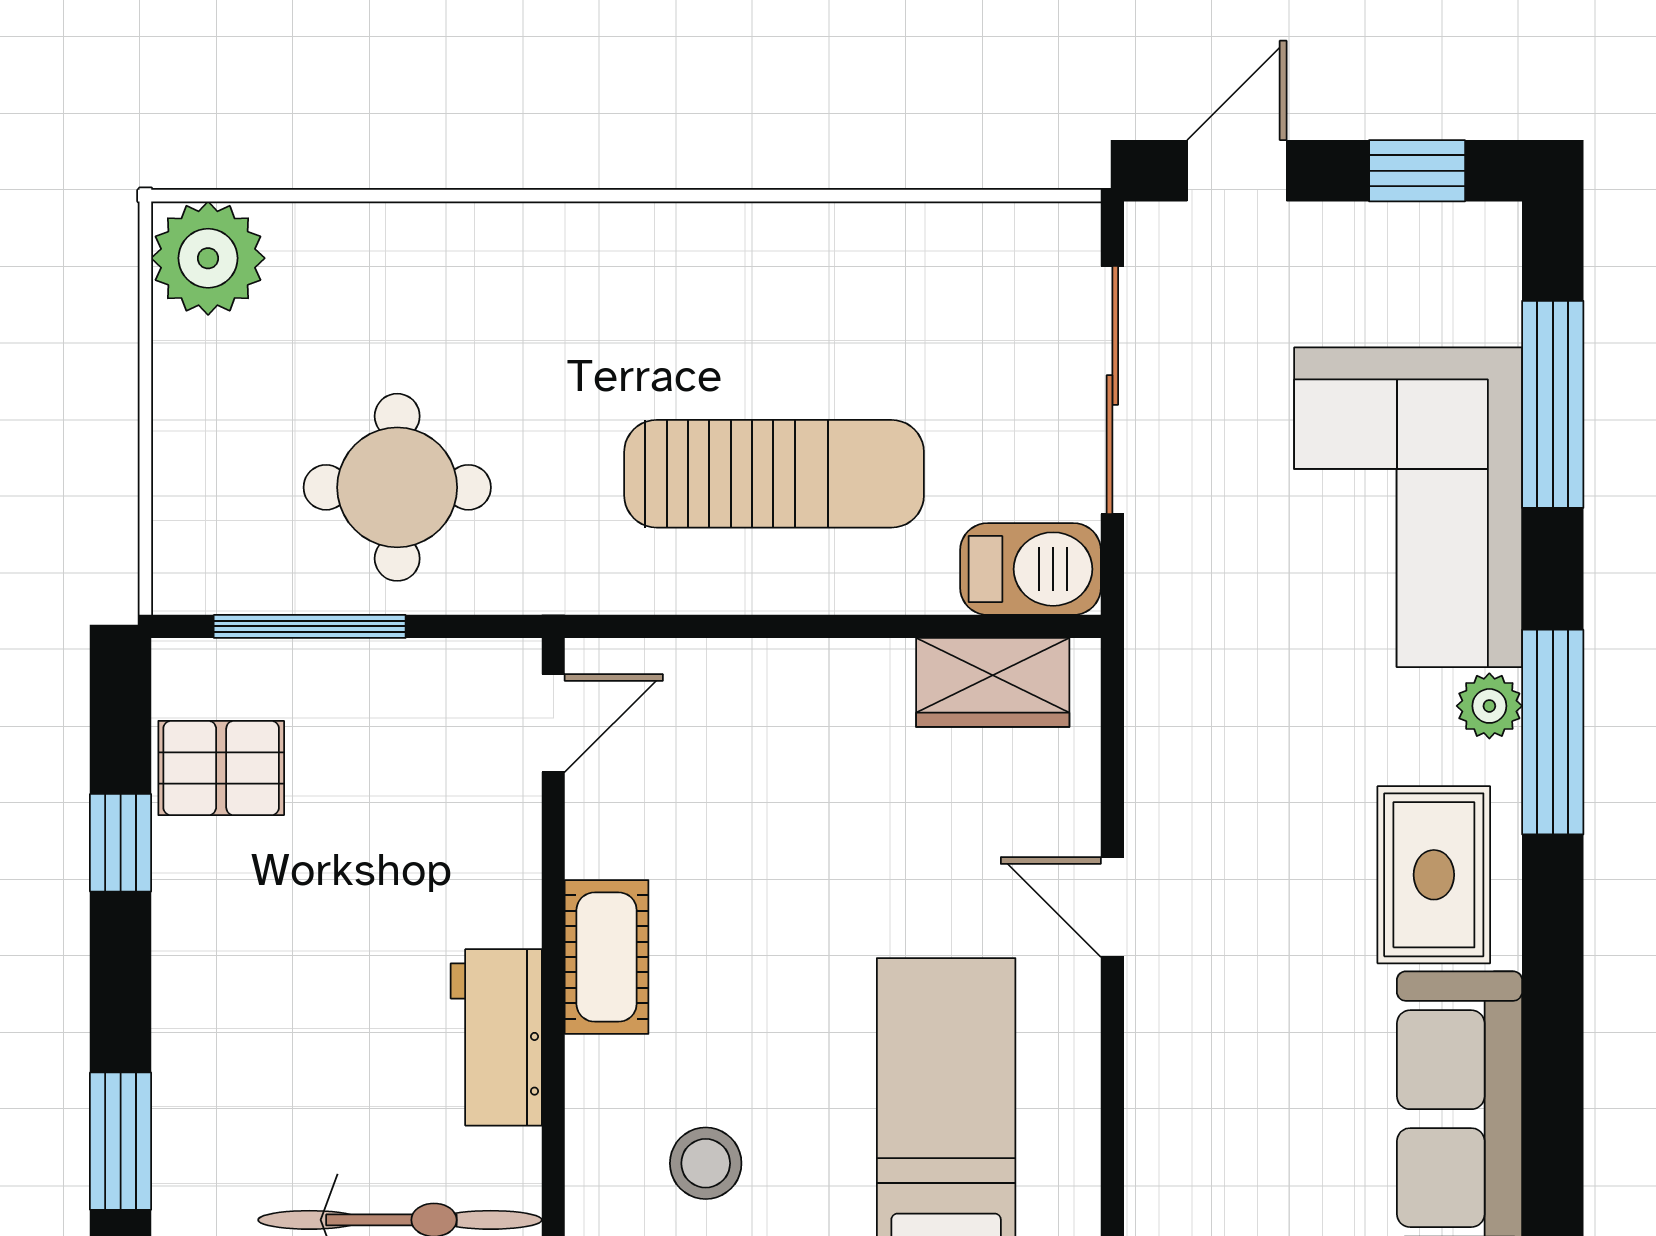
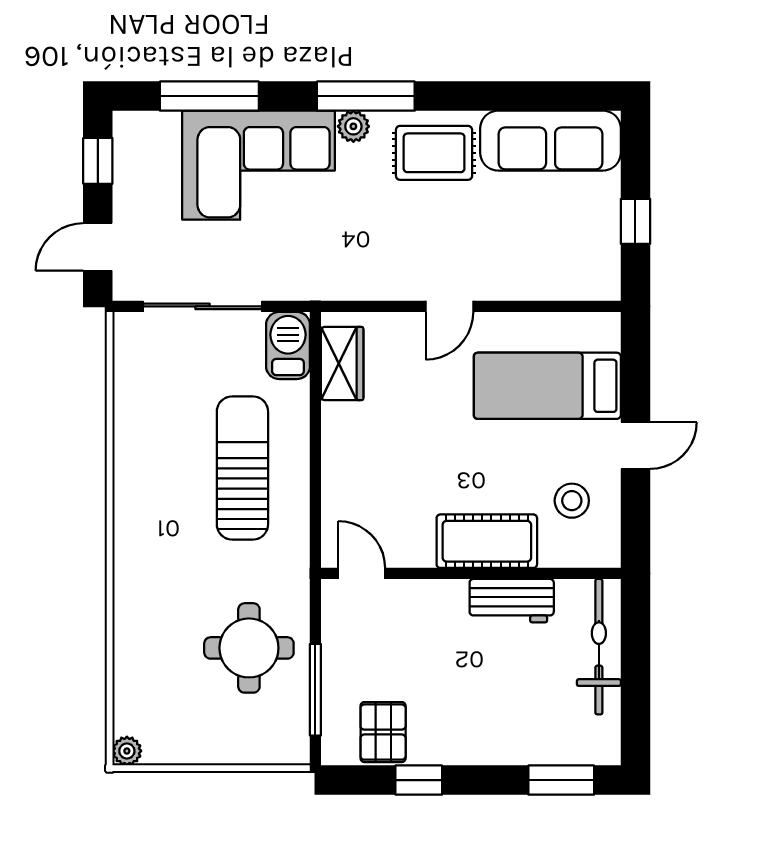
door: (1237, 171) -> (98, 247), hinge flipped
plant: (208, 258) -> (127, 751), width x0.53, depth x0.53
cot: (607, 957) -> (487, 541), width x1.37, depth x1.34

